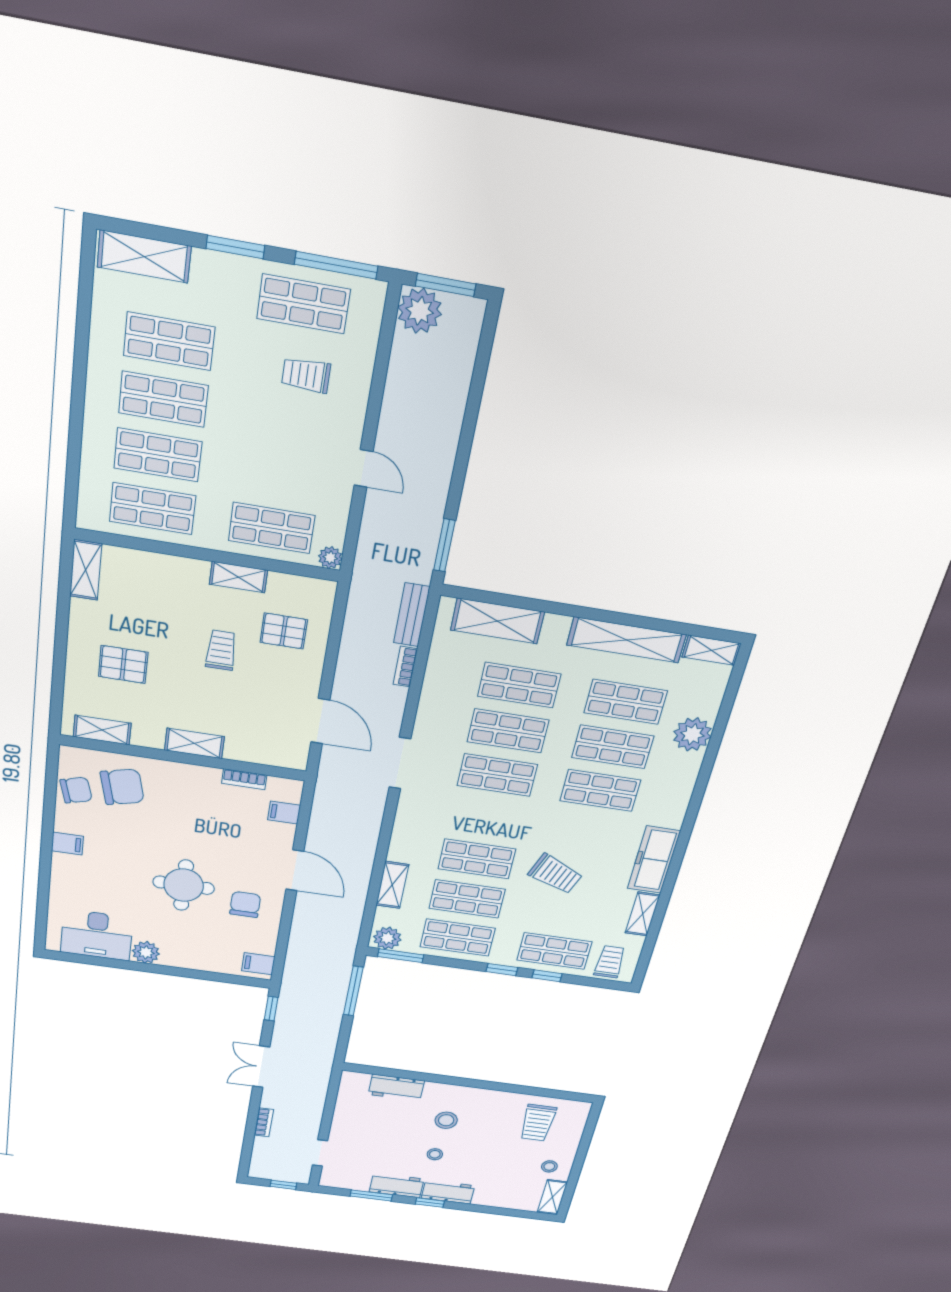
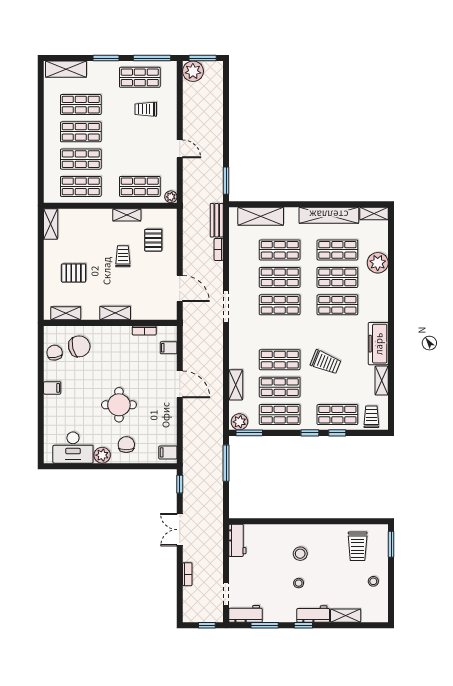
pallet: (284, 631) -> (153, 240), turned 90
chair: (76, 790) -> (55, 353), turned -83
chair: (245, 904) -> (126, 445), moved
workbench: (396, 1088) -> (237, 540), moved, turned -90
window: (590, 1127) -> (391, 544), added
workbench: (397, 1185) -> (246, 614), moved
shelving: (552, 1197) -> (346, 616), moved, turned 90

